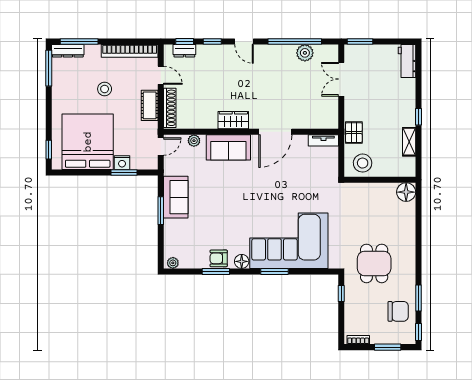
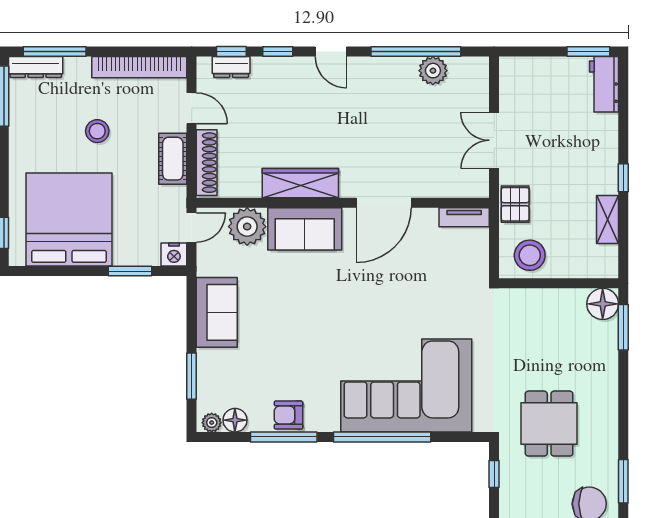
window: (360, 42) -> (588, 52), moved
double door: (341, 79) -> (494, 140), moved
wardrobe: (233, 120) -> (300, 183), width x1.50
plant: (194, 141) -> (247, 227), width x1.88, depth x1.88
nightstand: (122, 163) -> (174, 254), moved
window: (418, 206) -> (623, 327), added
window: (161, 211) -> (192, 376), moved
floor lamp: (242, 261) -> (235, 420), moved
window: (216, 271) -> (284, 437), width x1.44
window: (274, 271) -> (382, 437), width x2.11

